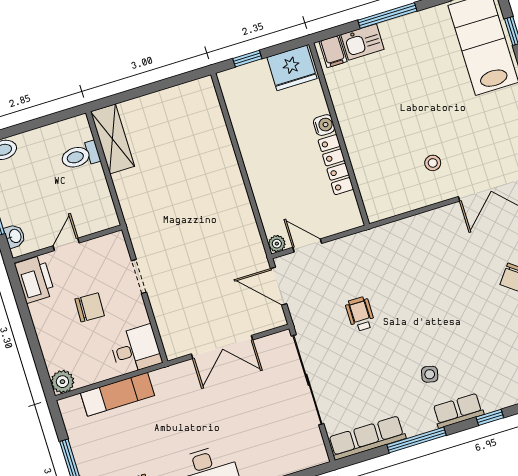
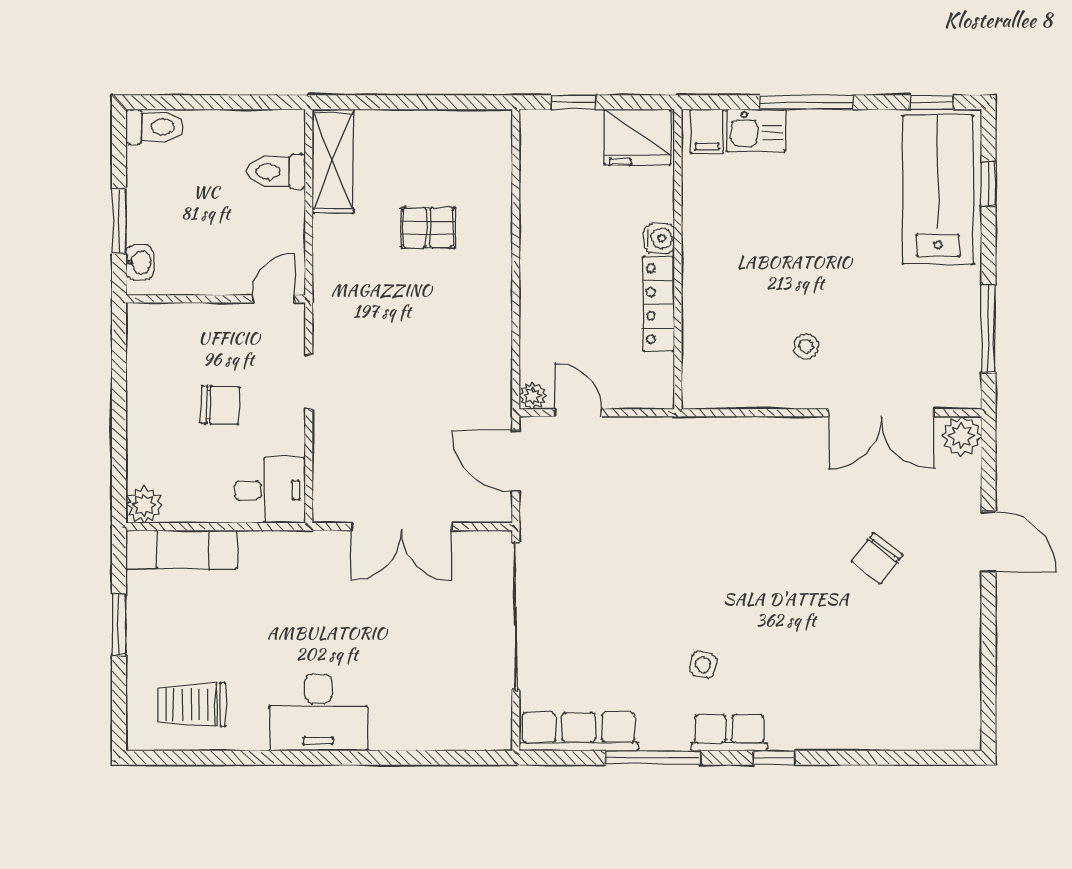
pallet: (182, 162) -> (428, 228), added
door: (66, 244) -> (273, 299), moved
printer: (35, 279) -> (150, 337), removed
wheelchair: (360, 314) -> (626, 541), removed
exam couch: (118, 394) -> (181, 549), moved

